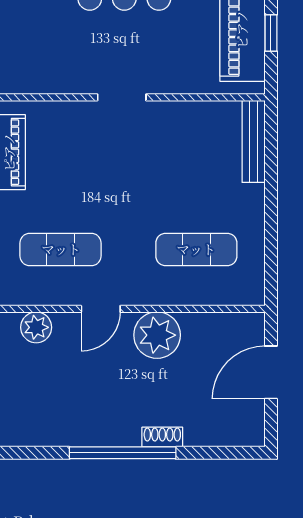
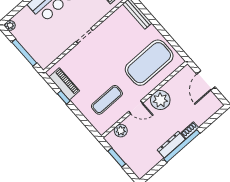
exercise mat: (196, 249) -> (149, 63), width x2.00, depth x1.45
door: (101, 309) -> (136, 107), hinge flipped
dresser: (106, 434) -> (171, 145), added

